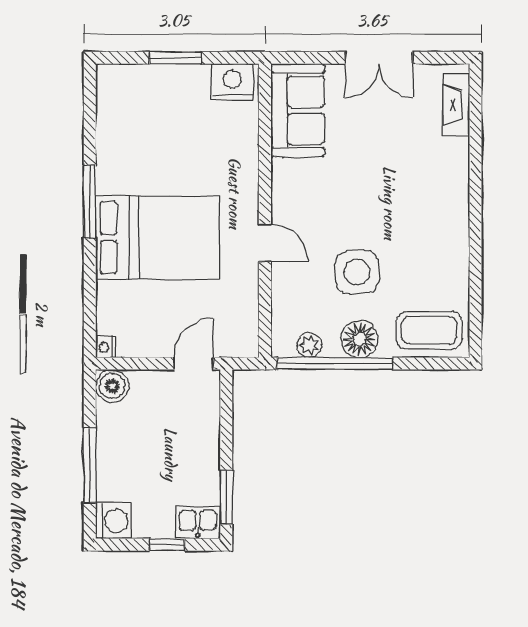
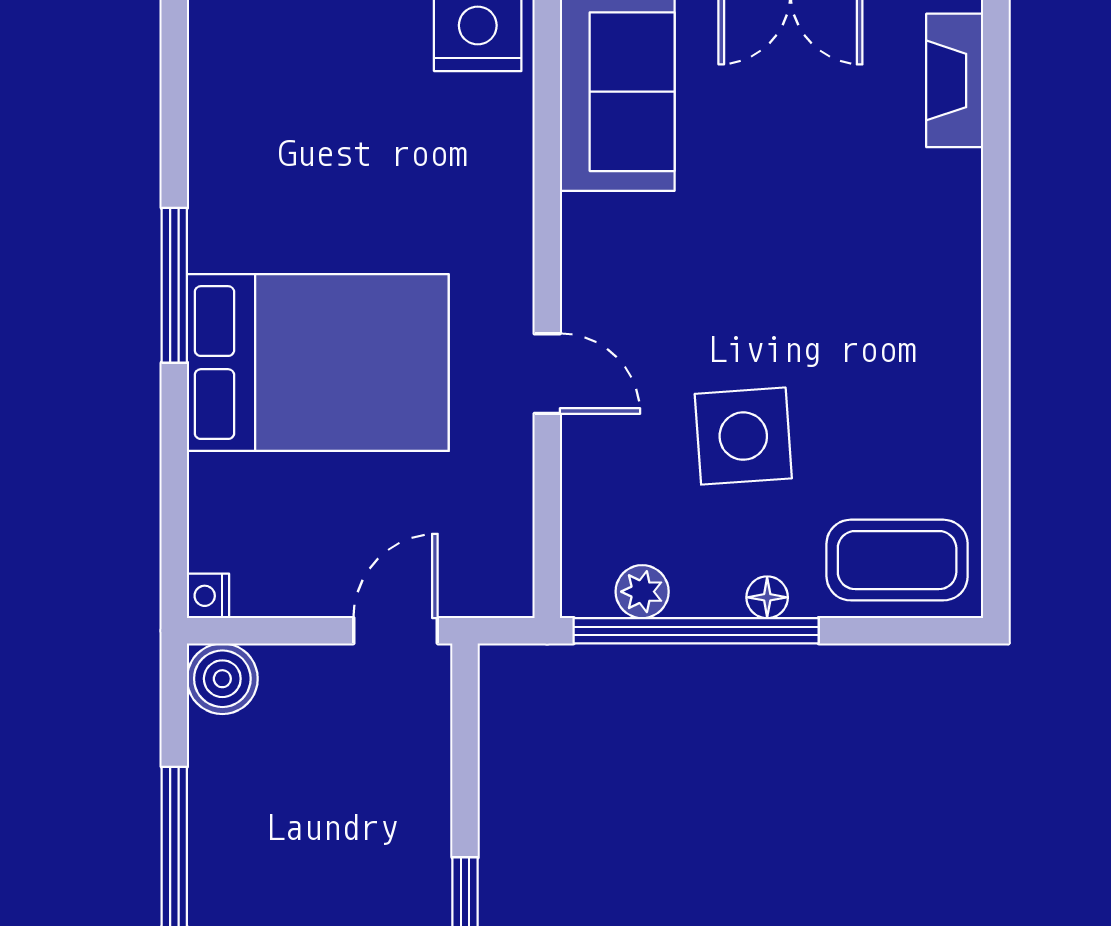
floor lamp: (359, 339) -> (767, 597), width x0.53, depth x0.53

